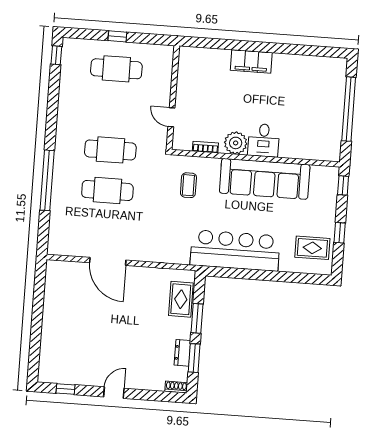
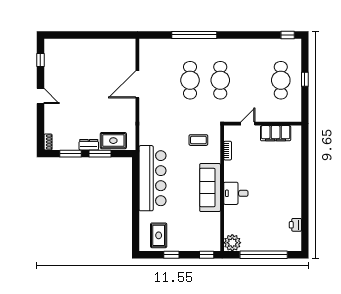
filing cabinet: (251, 61) -> (276, 133), moved, turned -90
printer: (312, 63) -> (295, 225), added
plant: (236, 143) -> (232, 243), moved
sofa: (265, 179) -> (210, 188), width x0.74, depth x0.79
dresser: (182, 353) -> (89, 145), moved

